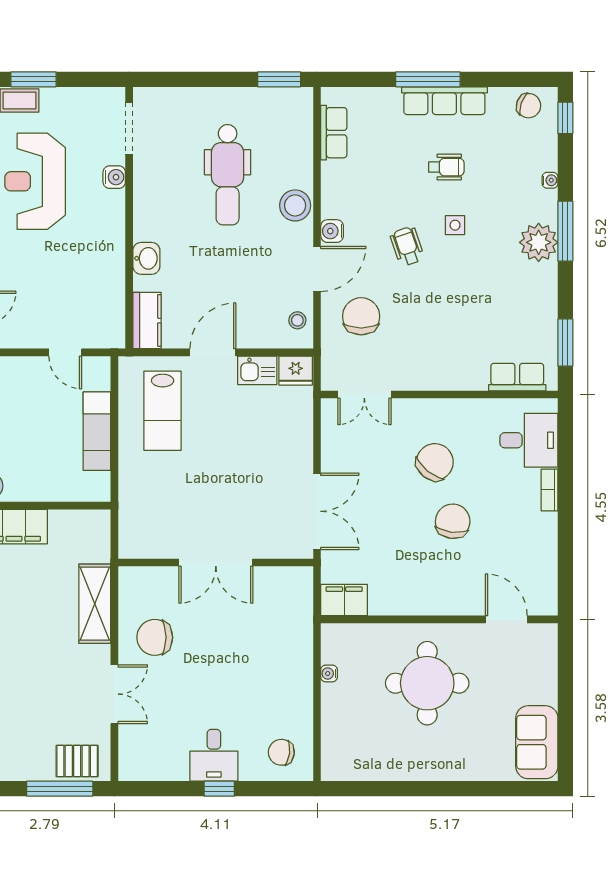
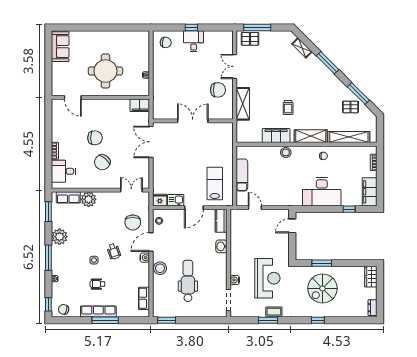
plant: (539, 242) -> (59, 237), moved
plant: (468, 372) -> (89, 199), added
chair: (453, 521) -> (95, 138), turned -97

